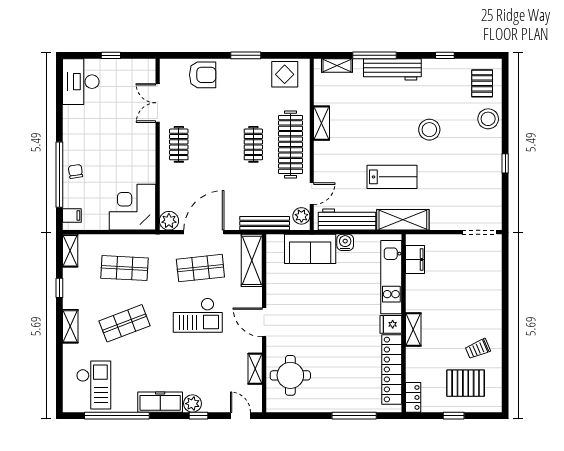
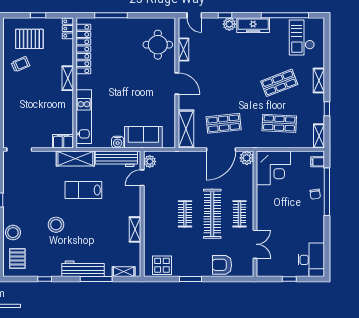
clothes rail: (291, 144) -> (212, 214), moved
bench: (265, 223) -> (177, 156), removed
filing cabinet: (415, 259) -> (63, 141), moved, turned 90
checkout: (198, 315) -> (226, 89), removed
fridge: (391, 324) -> (84, 82), removed

